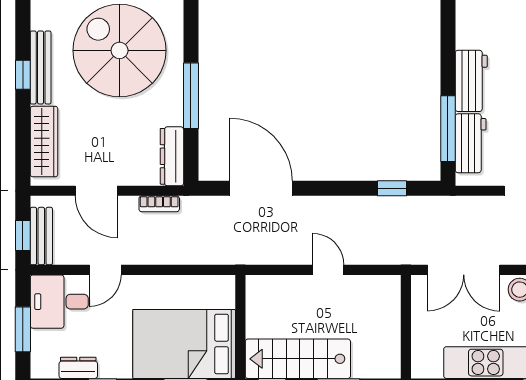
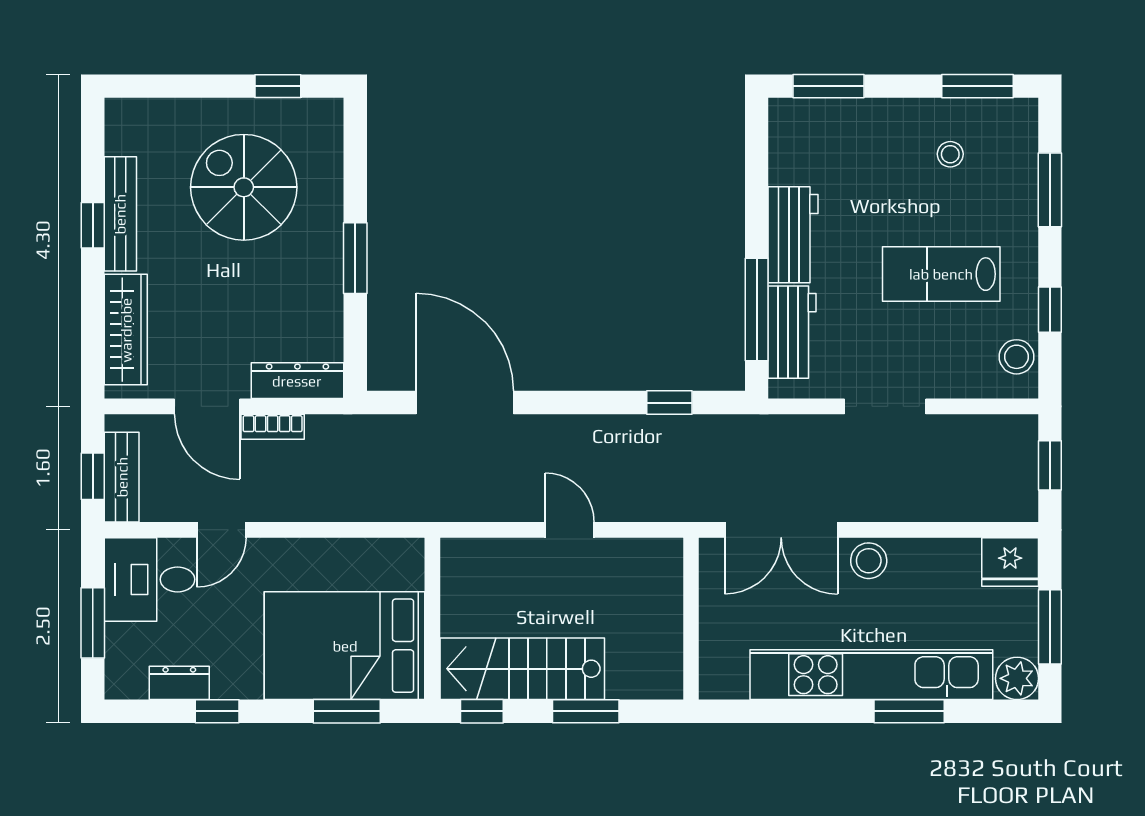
spiral stairs: (120, 50) -> (244, 187), width x0.73, depth x0.73
window: (191, 96) -> (355, 258), width x0.69
dresser: (172, 156) -> (297, 381), moved, turned 90
bookcase: (159, 204) -> (273, 427), moved

